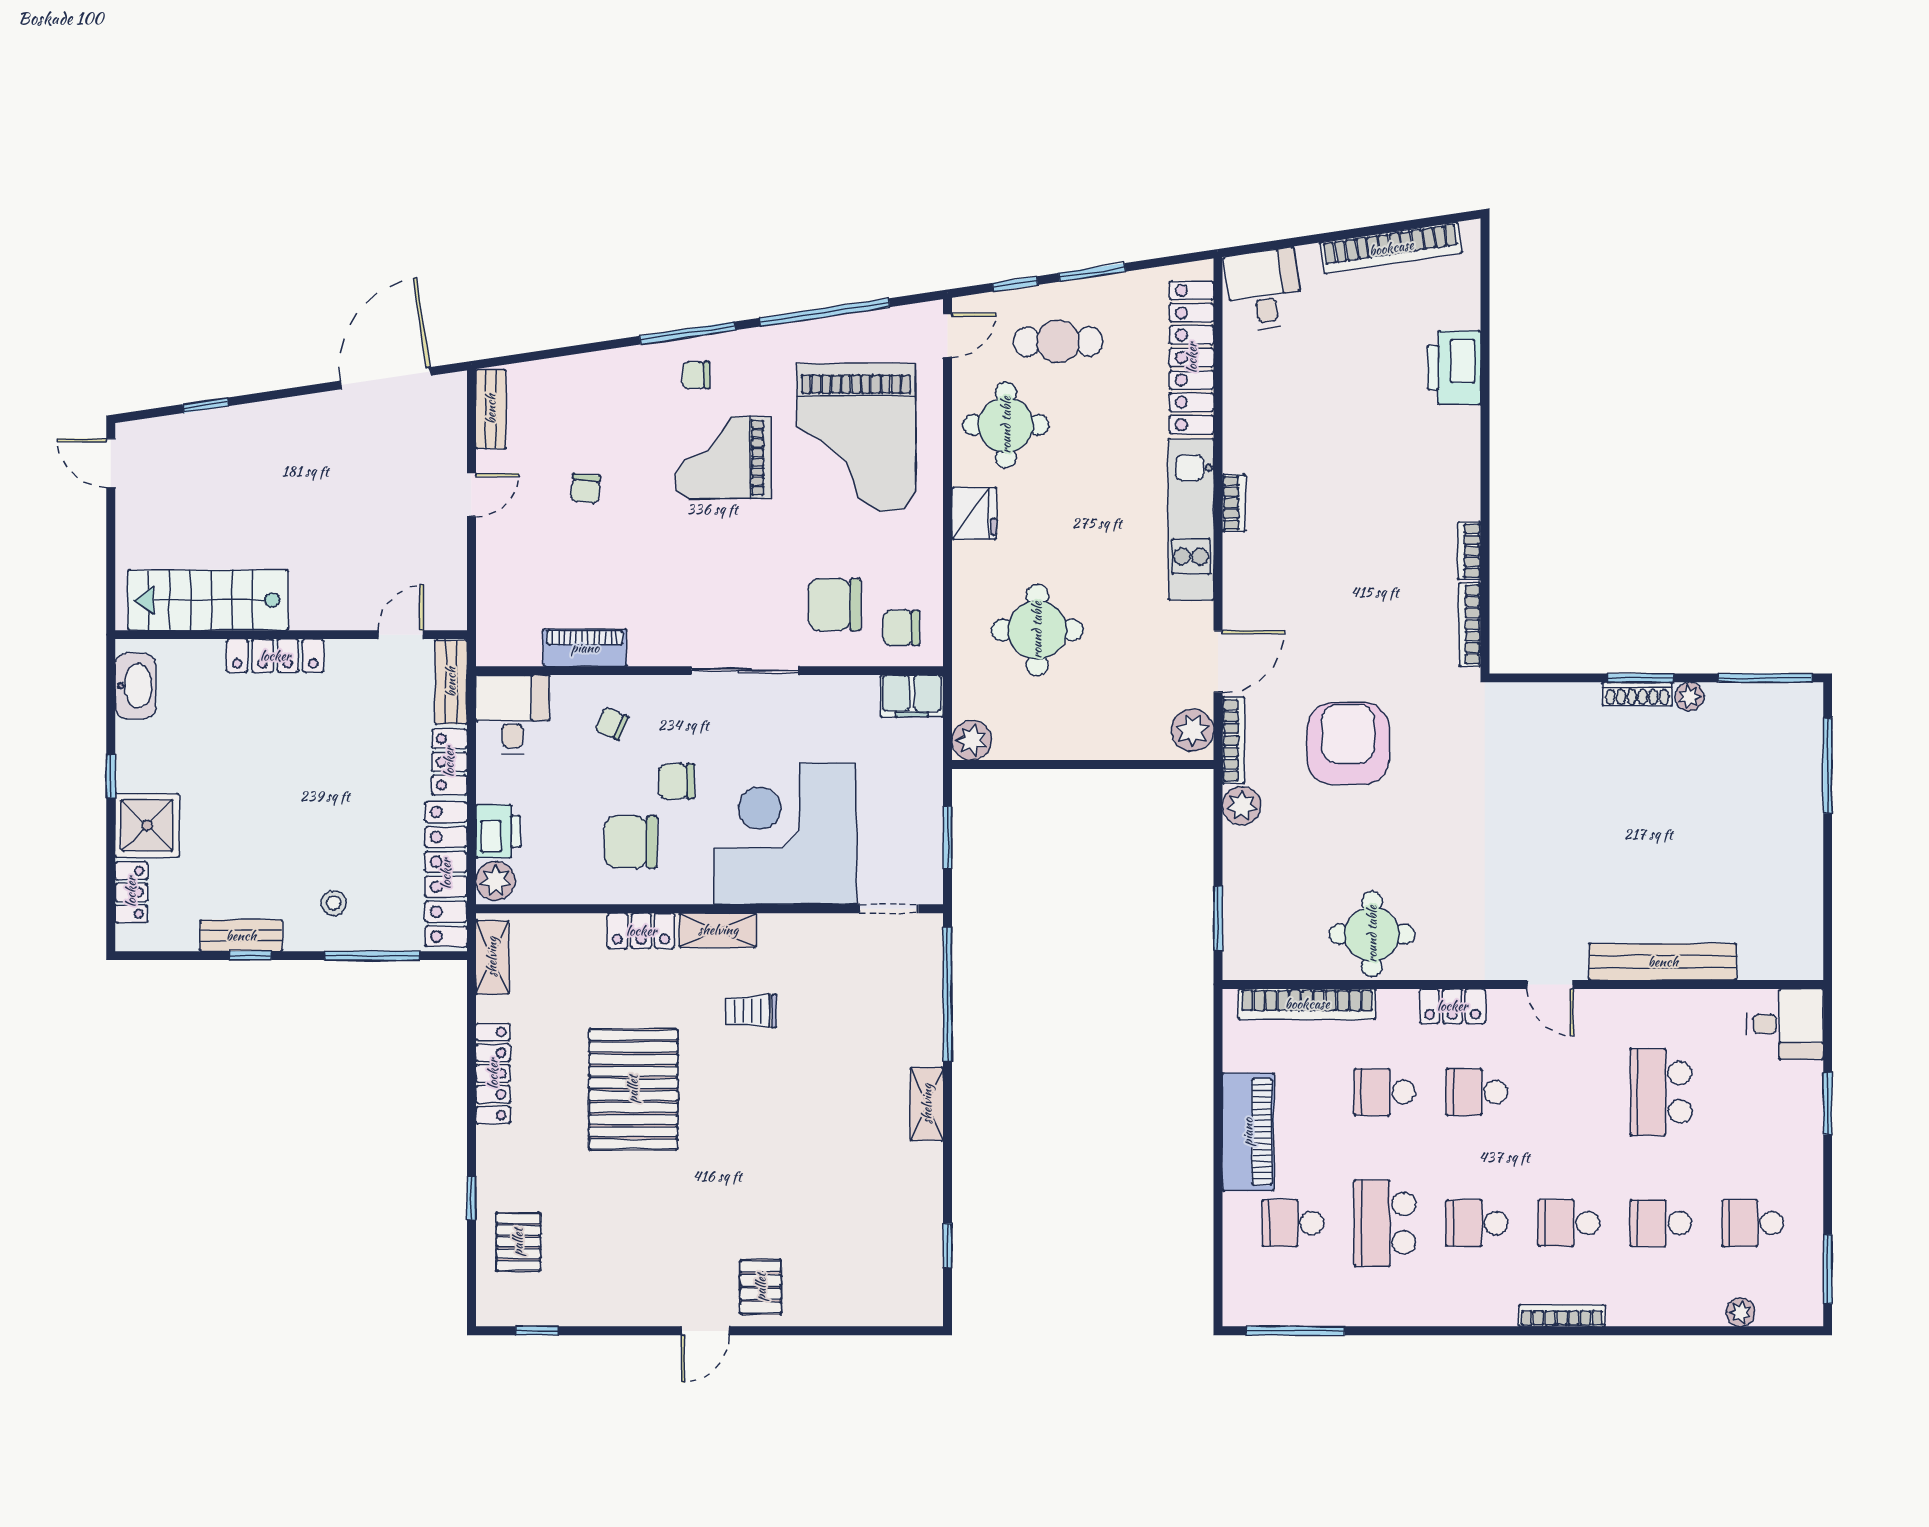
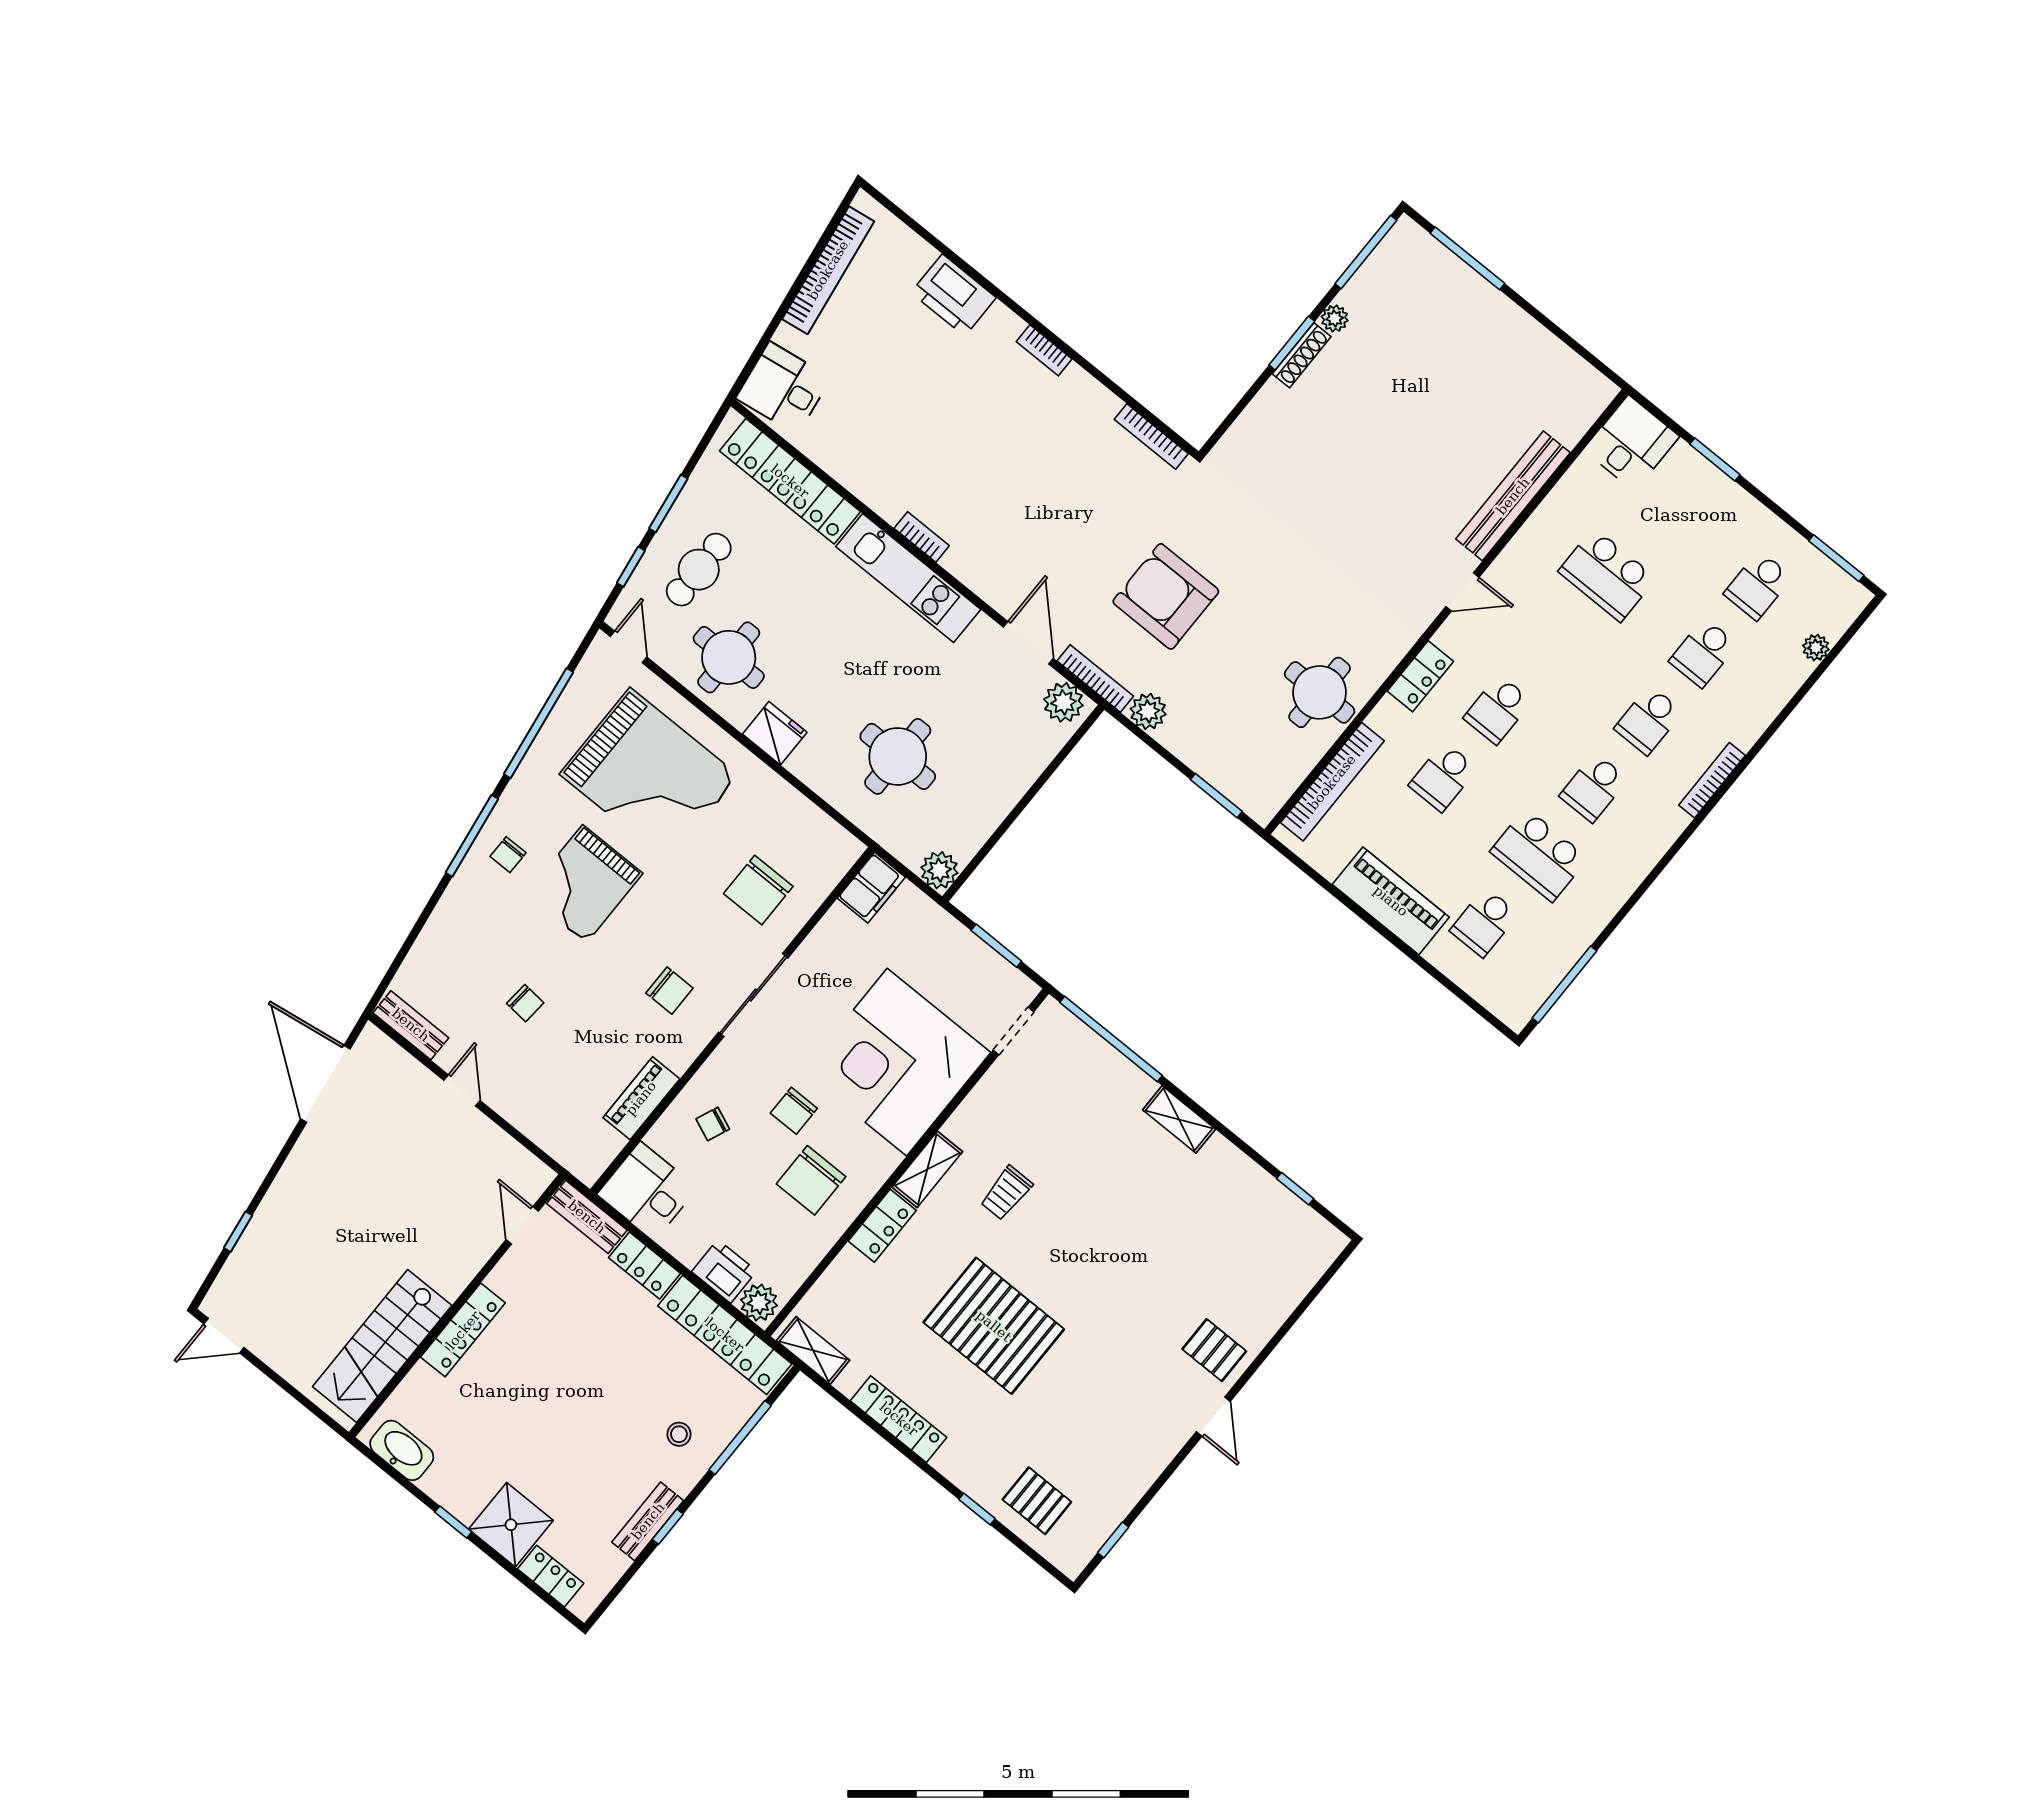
bookcase: (1469, 551) -> (1044, 350), moved
chair: (901, 628) -> (669, 991), moved, turned -90

